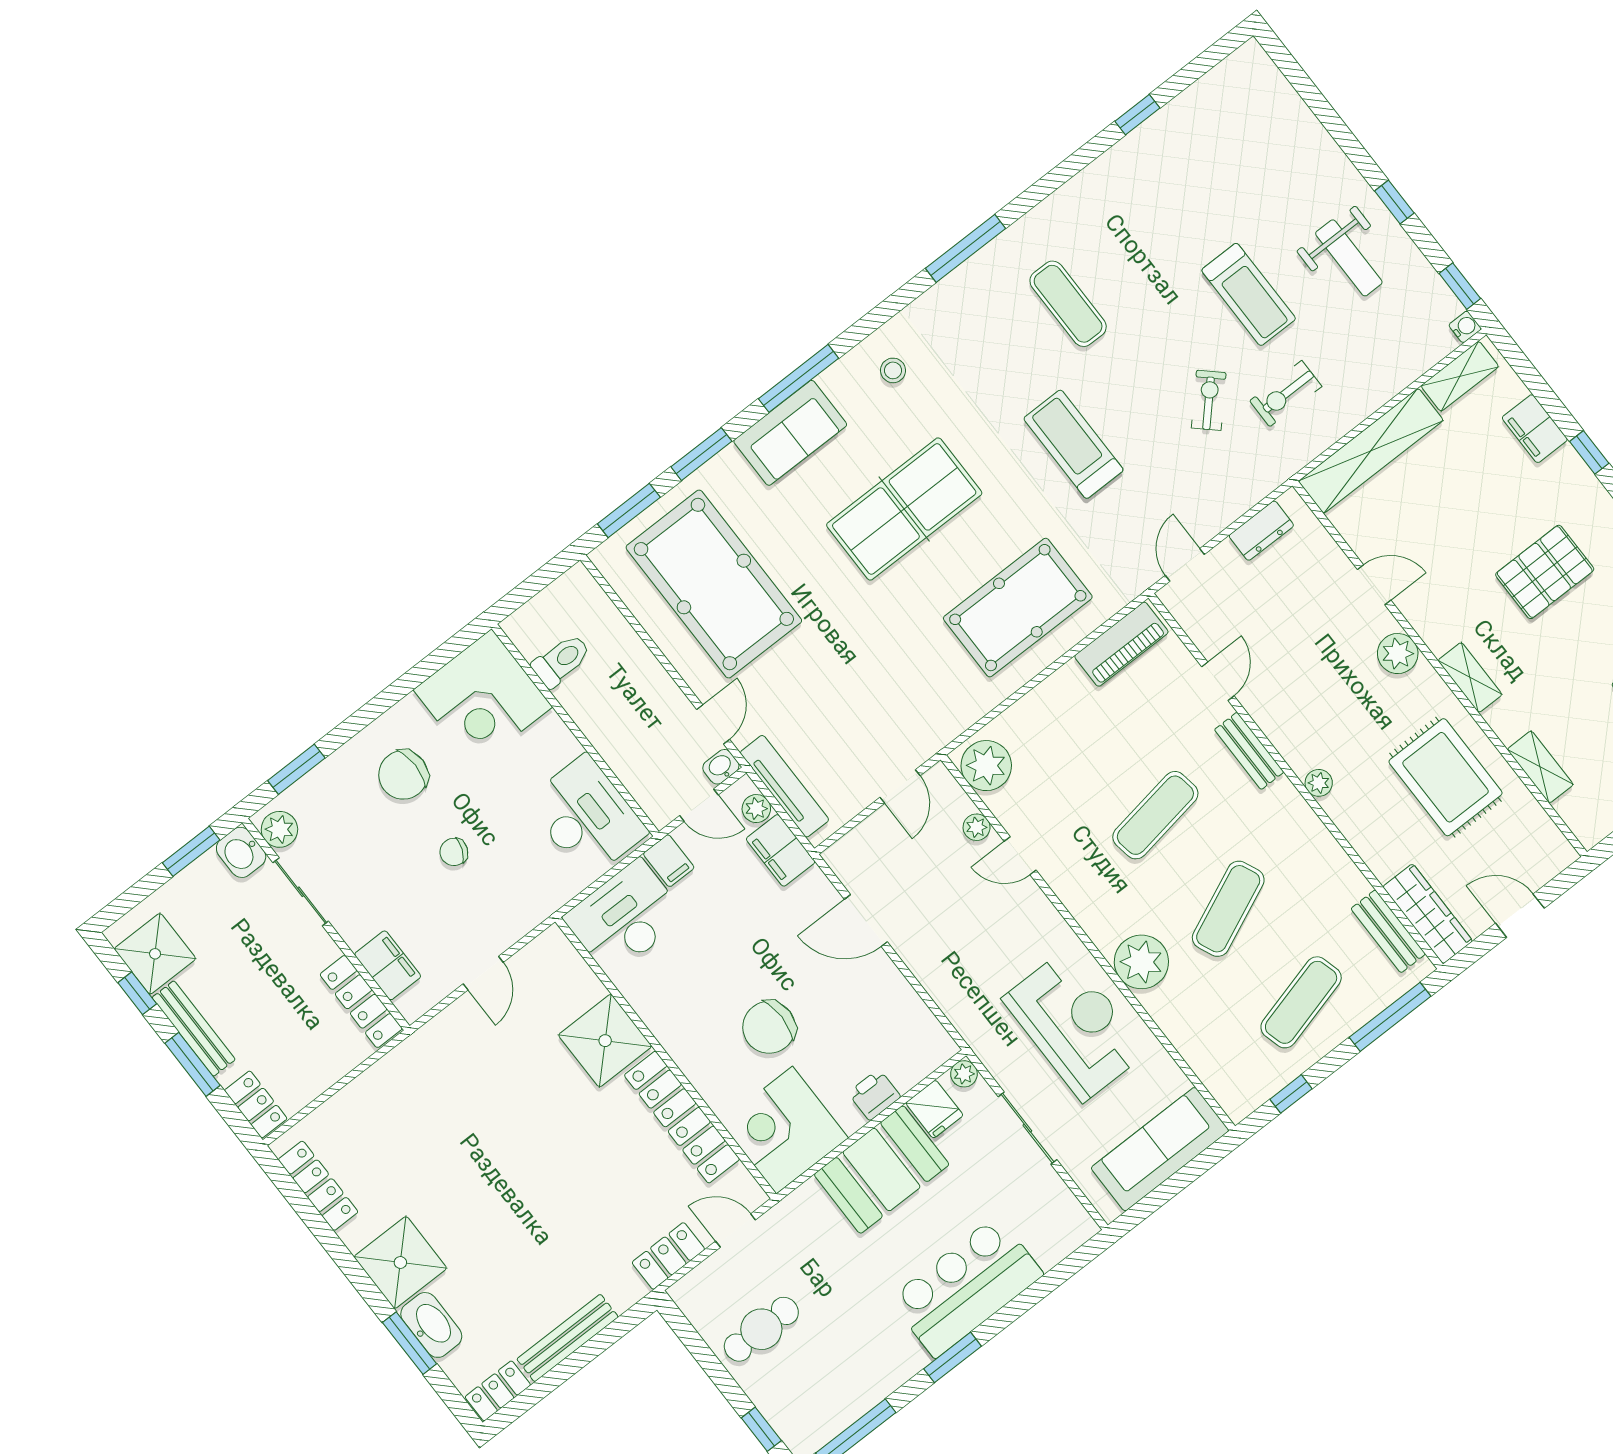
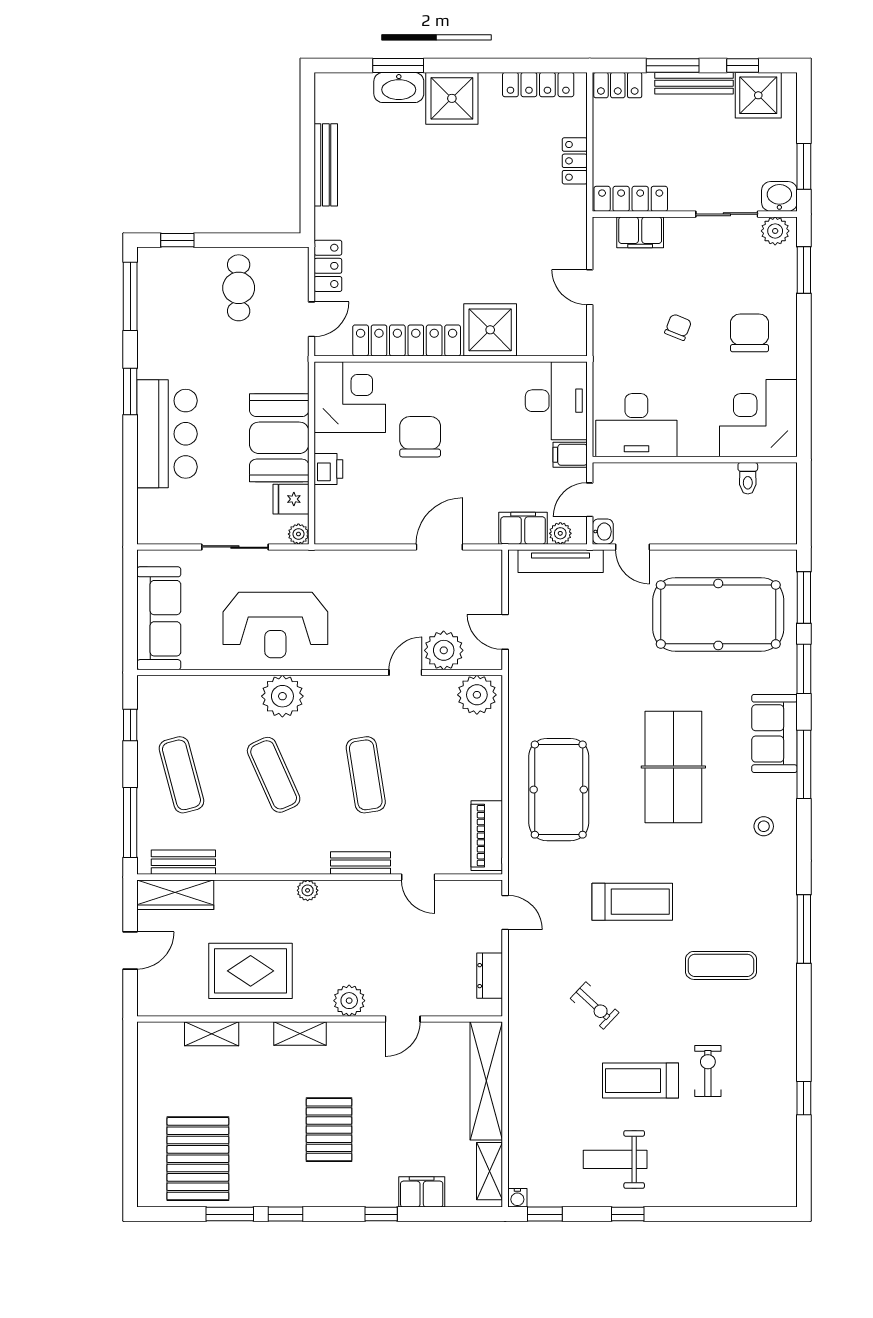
exercise bike: (1286, 394) -> (708, 1071), moved
toilet: (561, 660) -> (748, 478), width x0.73, depth x0.72
plant: (977, 827) -> (444, 650), width x1.87, depth x1.87
locker: (498, 1391) -> (575, 161), moved, turned 180

